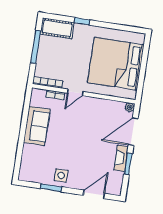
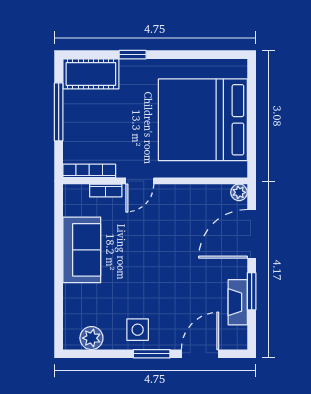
fireplace: (121, 158) -> (238, 302), moved
plant: (35, 176) -> (91, 338), added
window: (51, 188) -> (152, 354), moved

